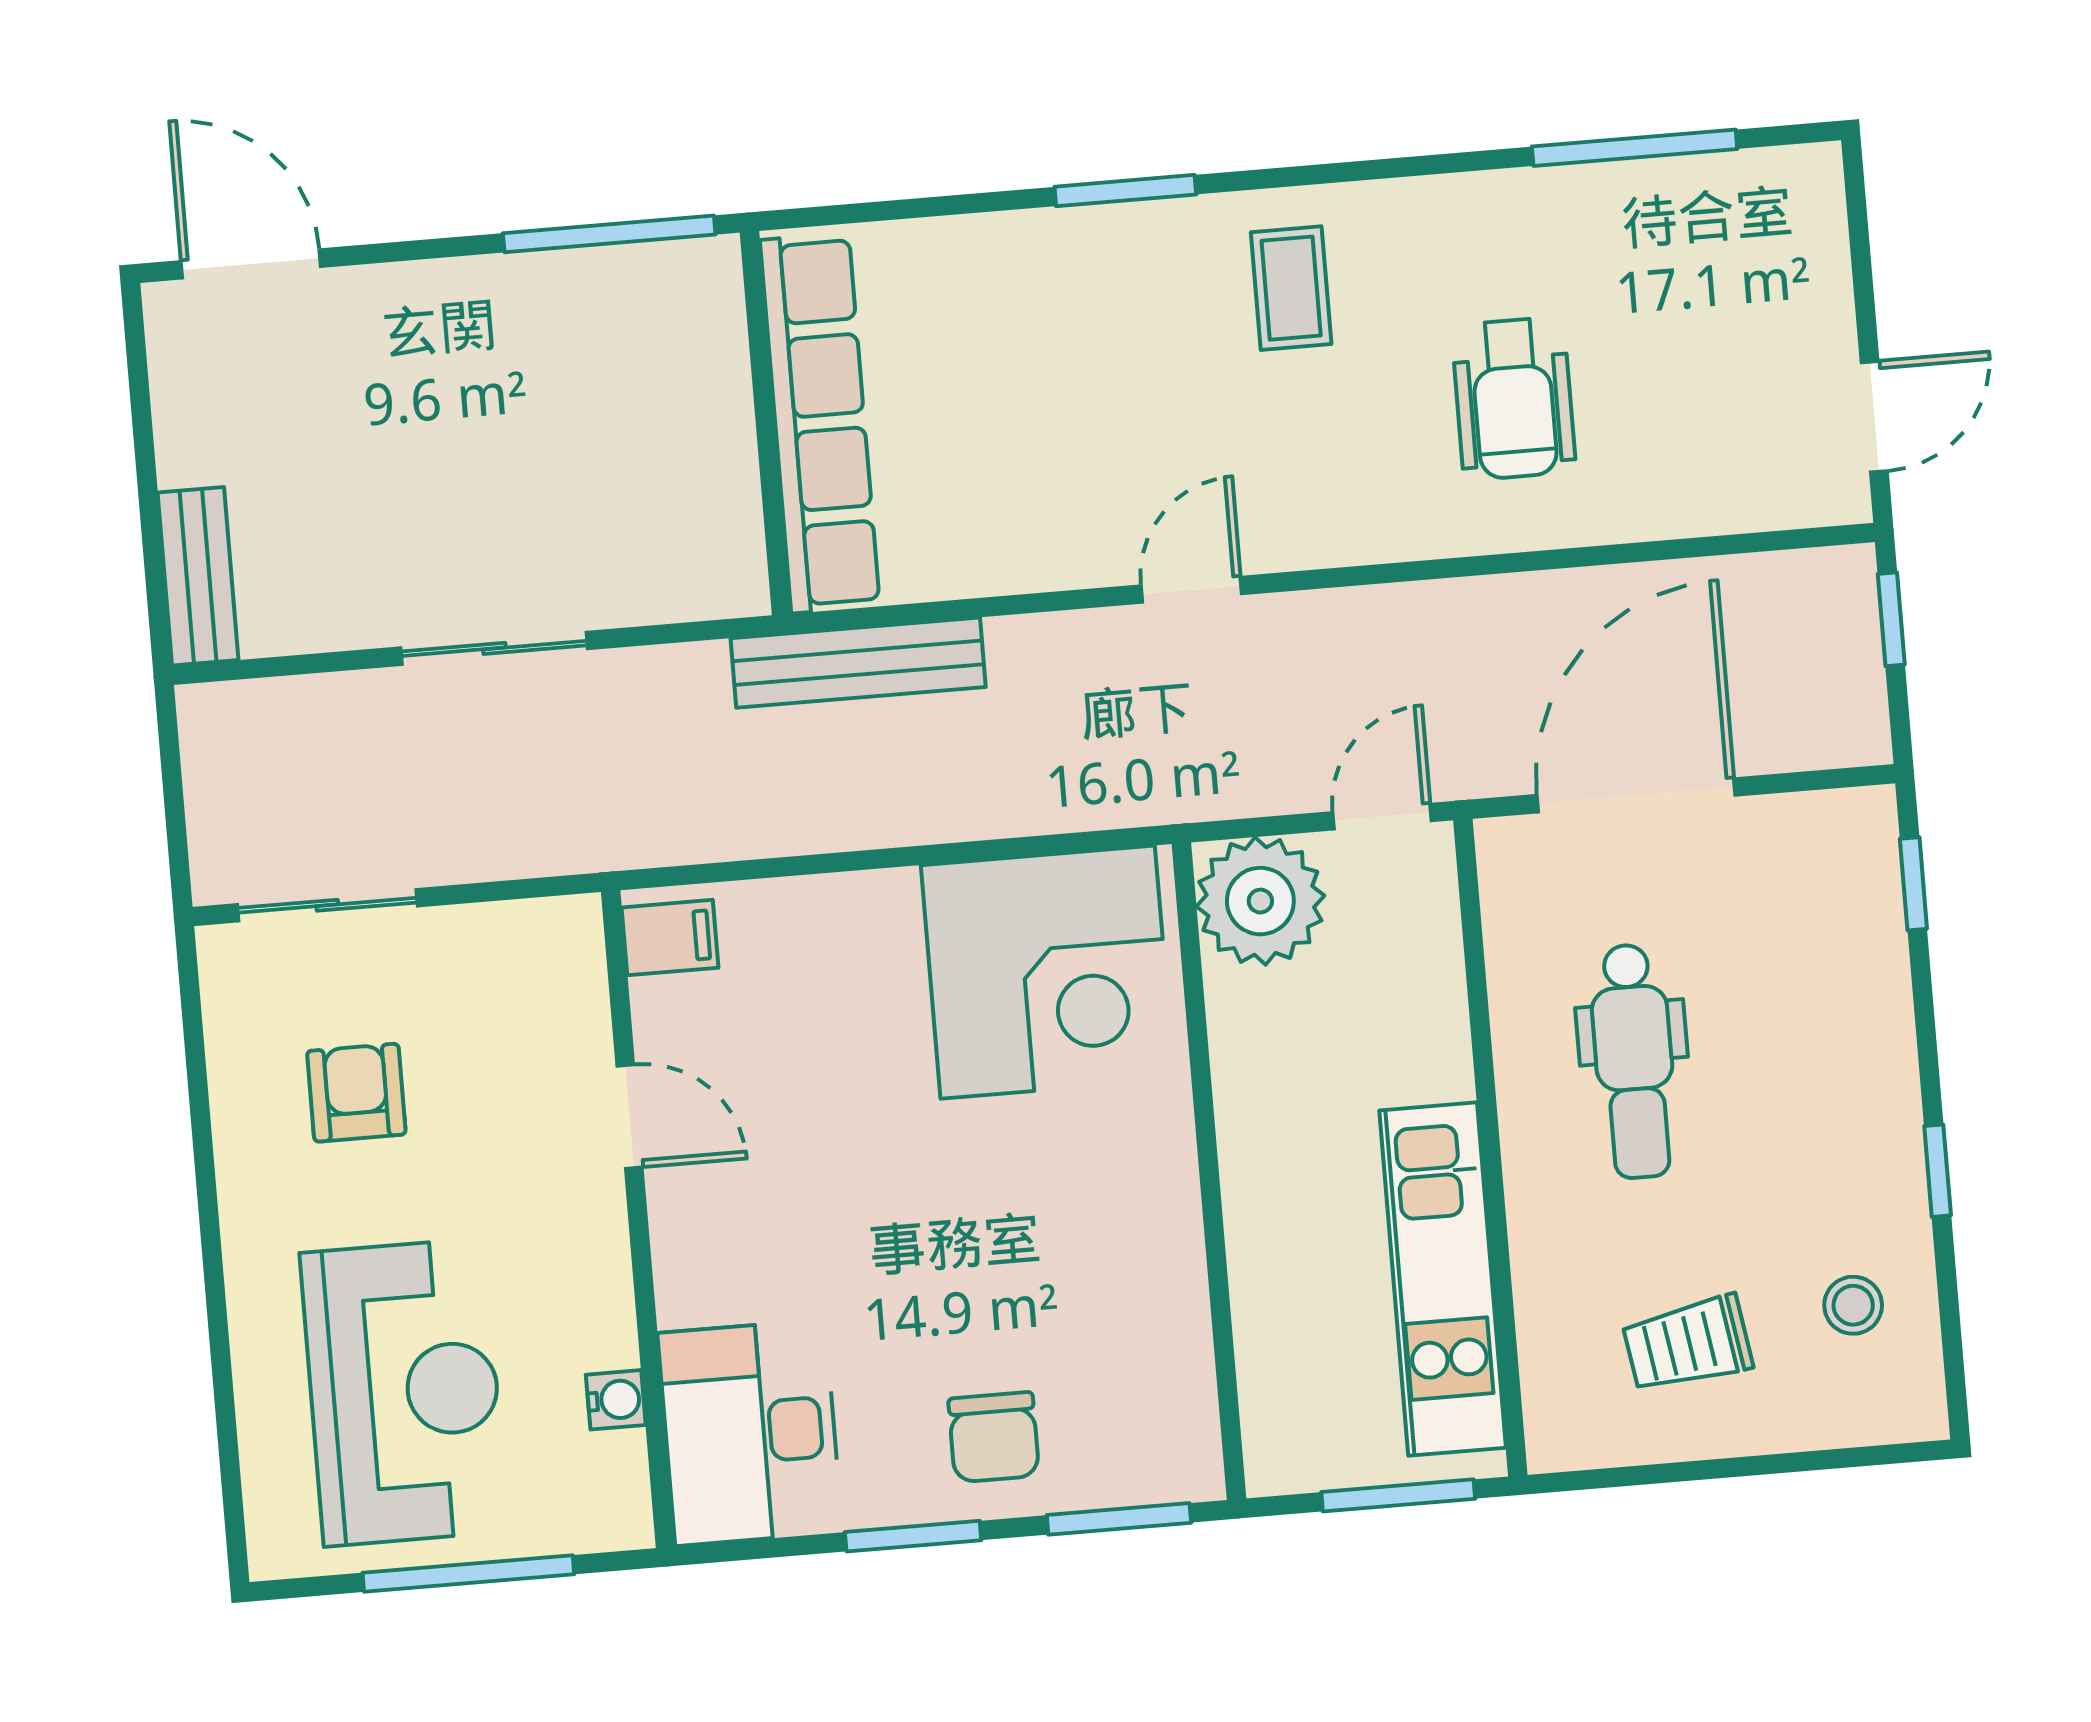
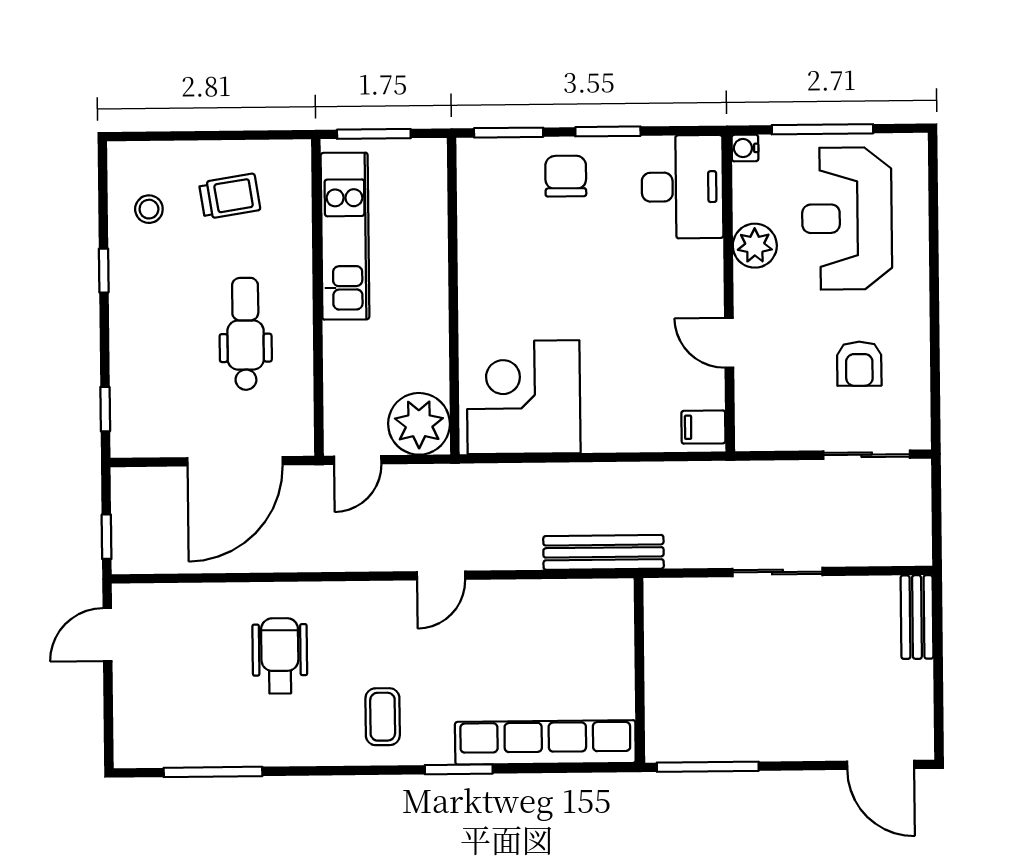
row of seats: (820, 423) -> (545, 742), moved, turned 90
plant: (591, 1322) -> (755, 246), added
water cooler: (616, 1400) -> (745, 148), moved

